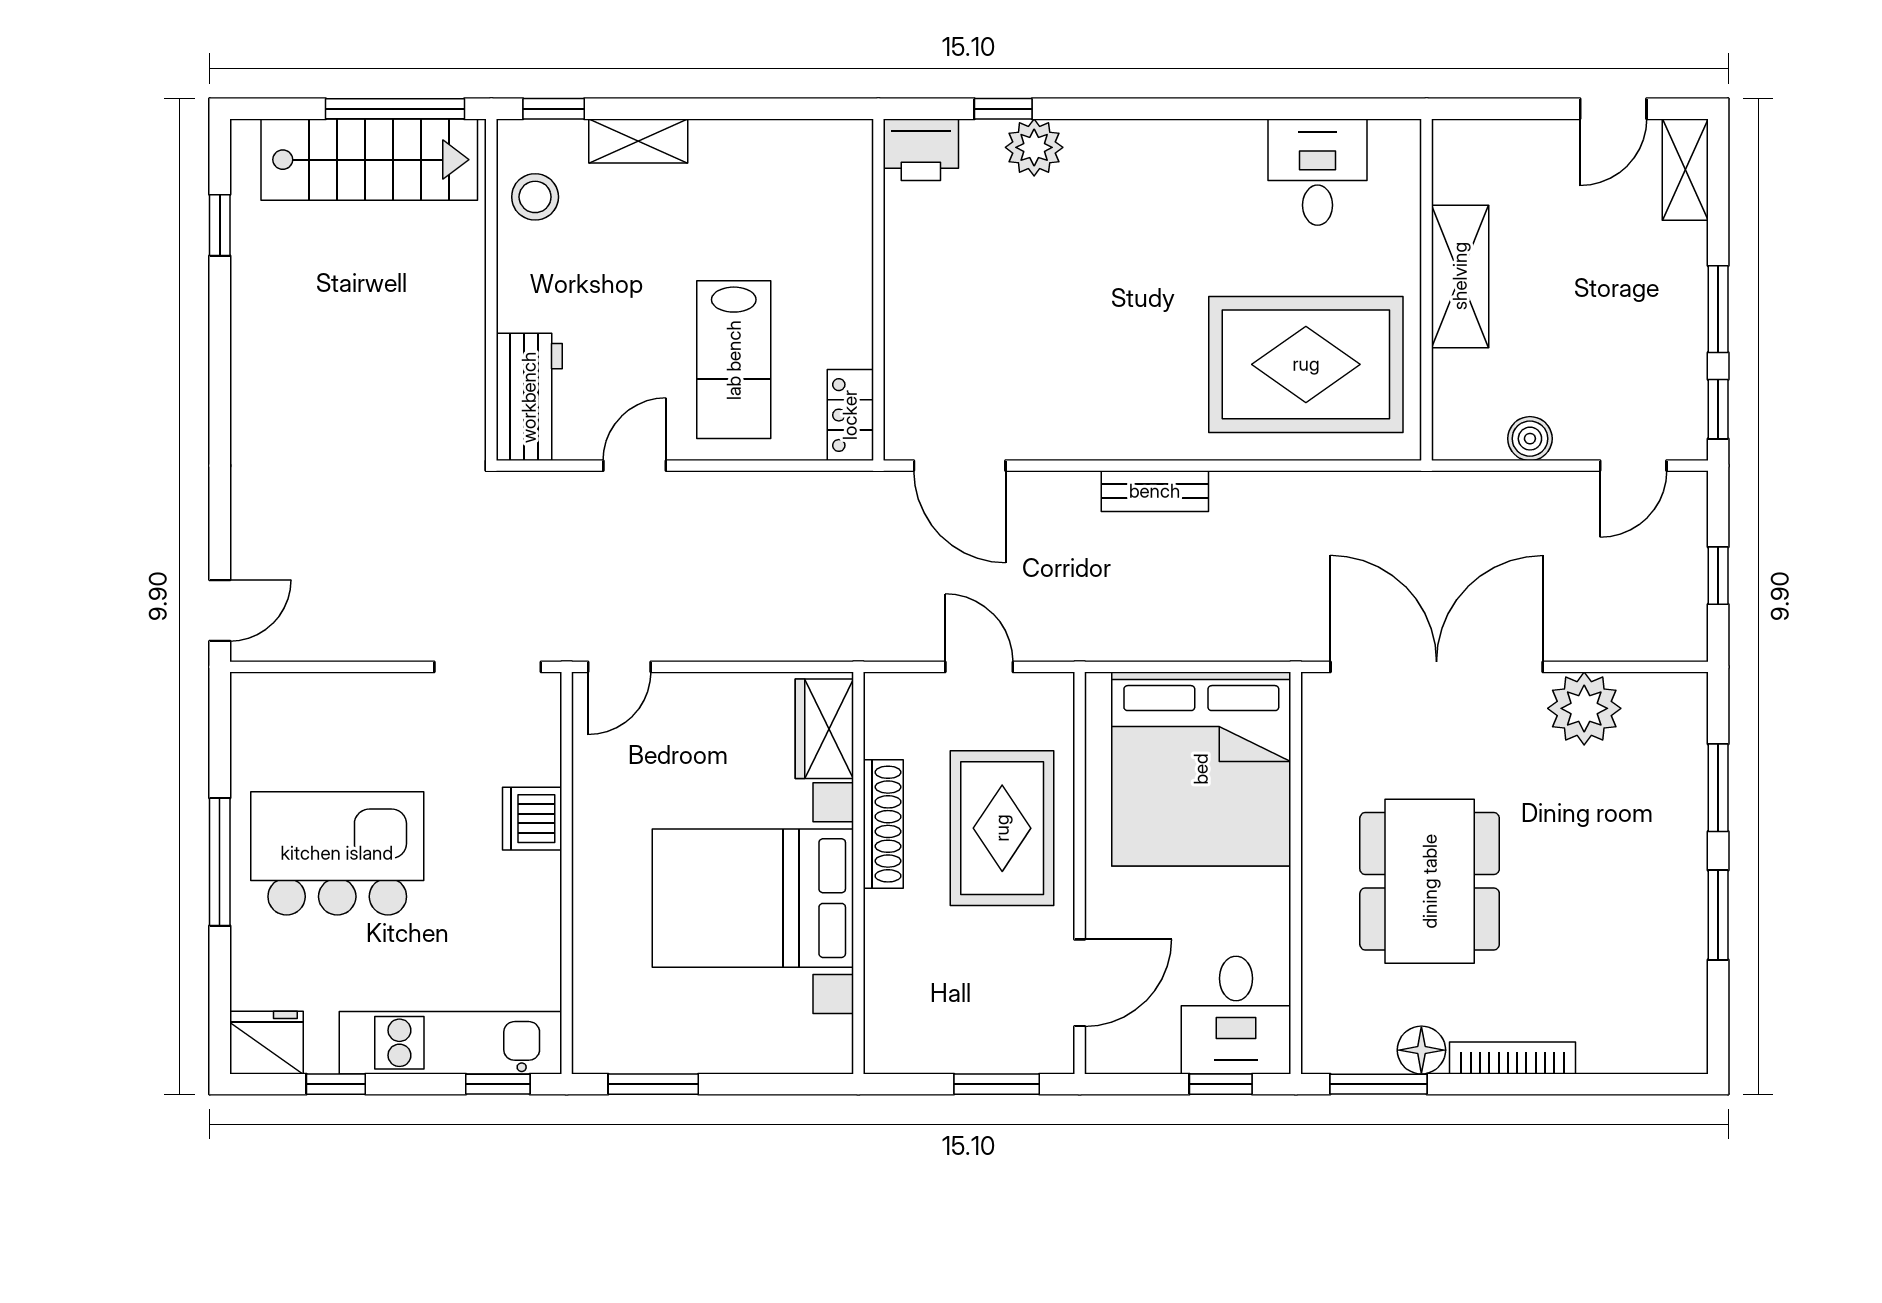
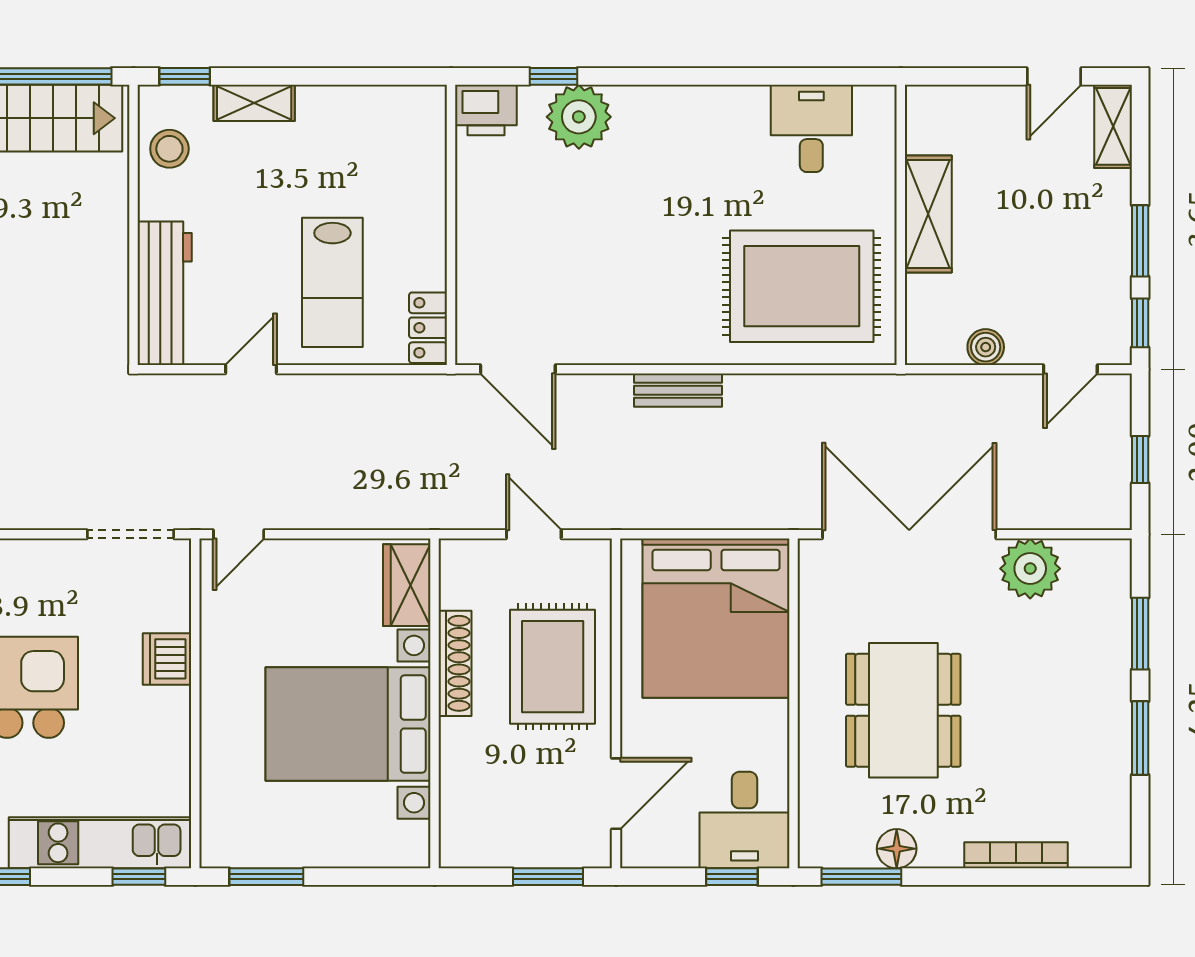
plant: (1034, 147) -> (579, 117), width x1.36, depth x1.36
workbench: (529, 397) -> (165, 293), width x1.37
bookcase: (1512, 1058) -> (1016, 855), moved

